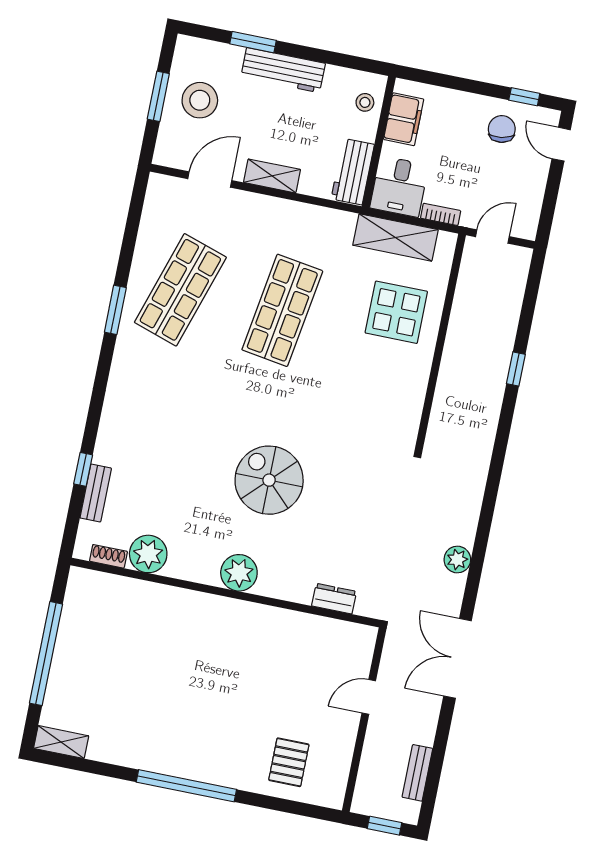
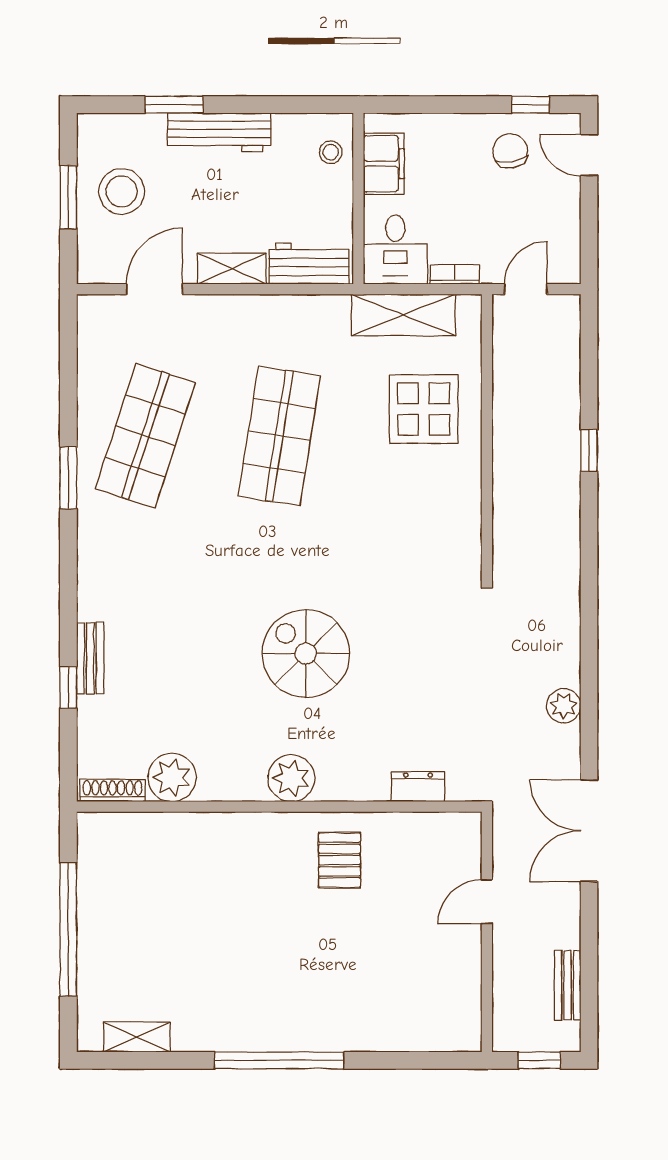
workbench: (353, 172) -> (309, 264), moved, turned 90
bench: (96, 493) -> (90, 658), moved
shoe rack: (108, 556) -> (113, 791), width x1.43
shelving: (61, 742) -> (137, 1037), moved
pallet: (289, 762) -> (340, 860), moved

